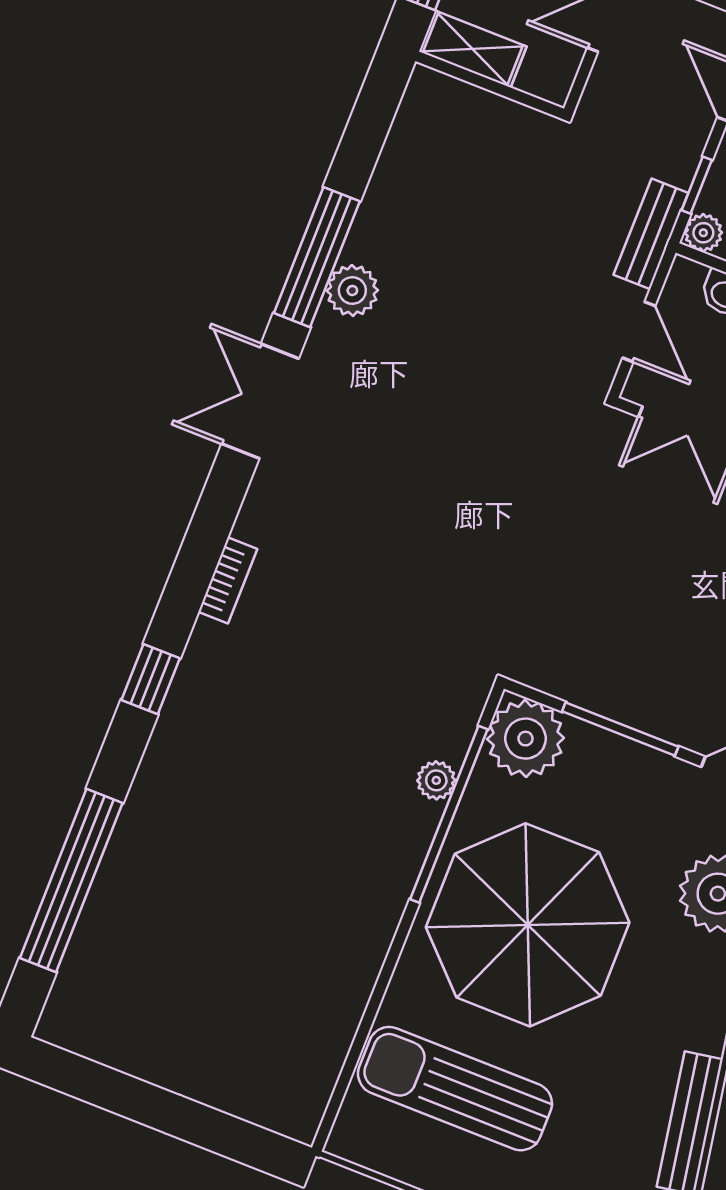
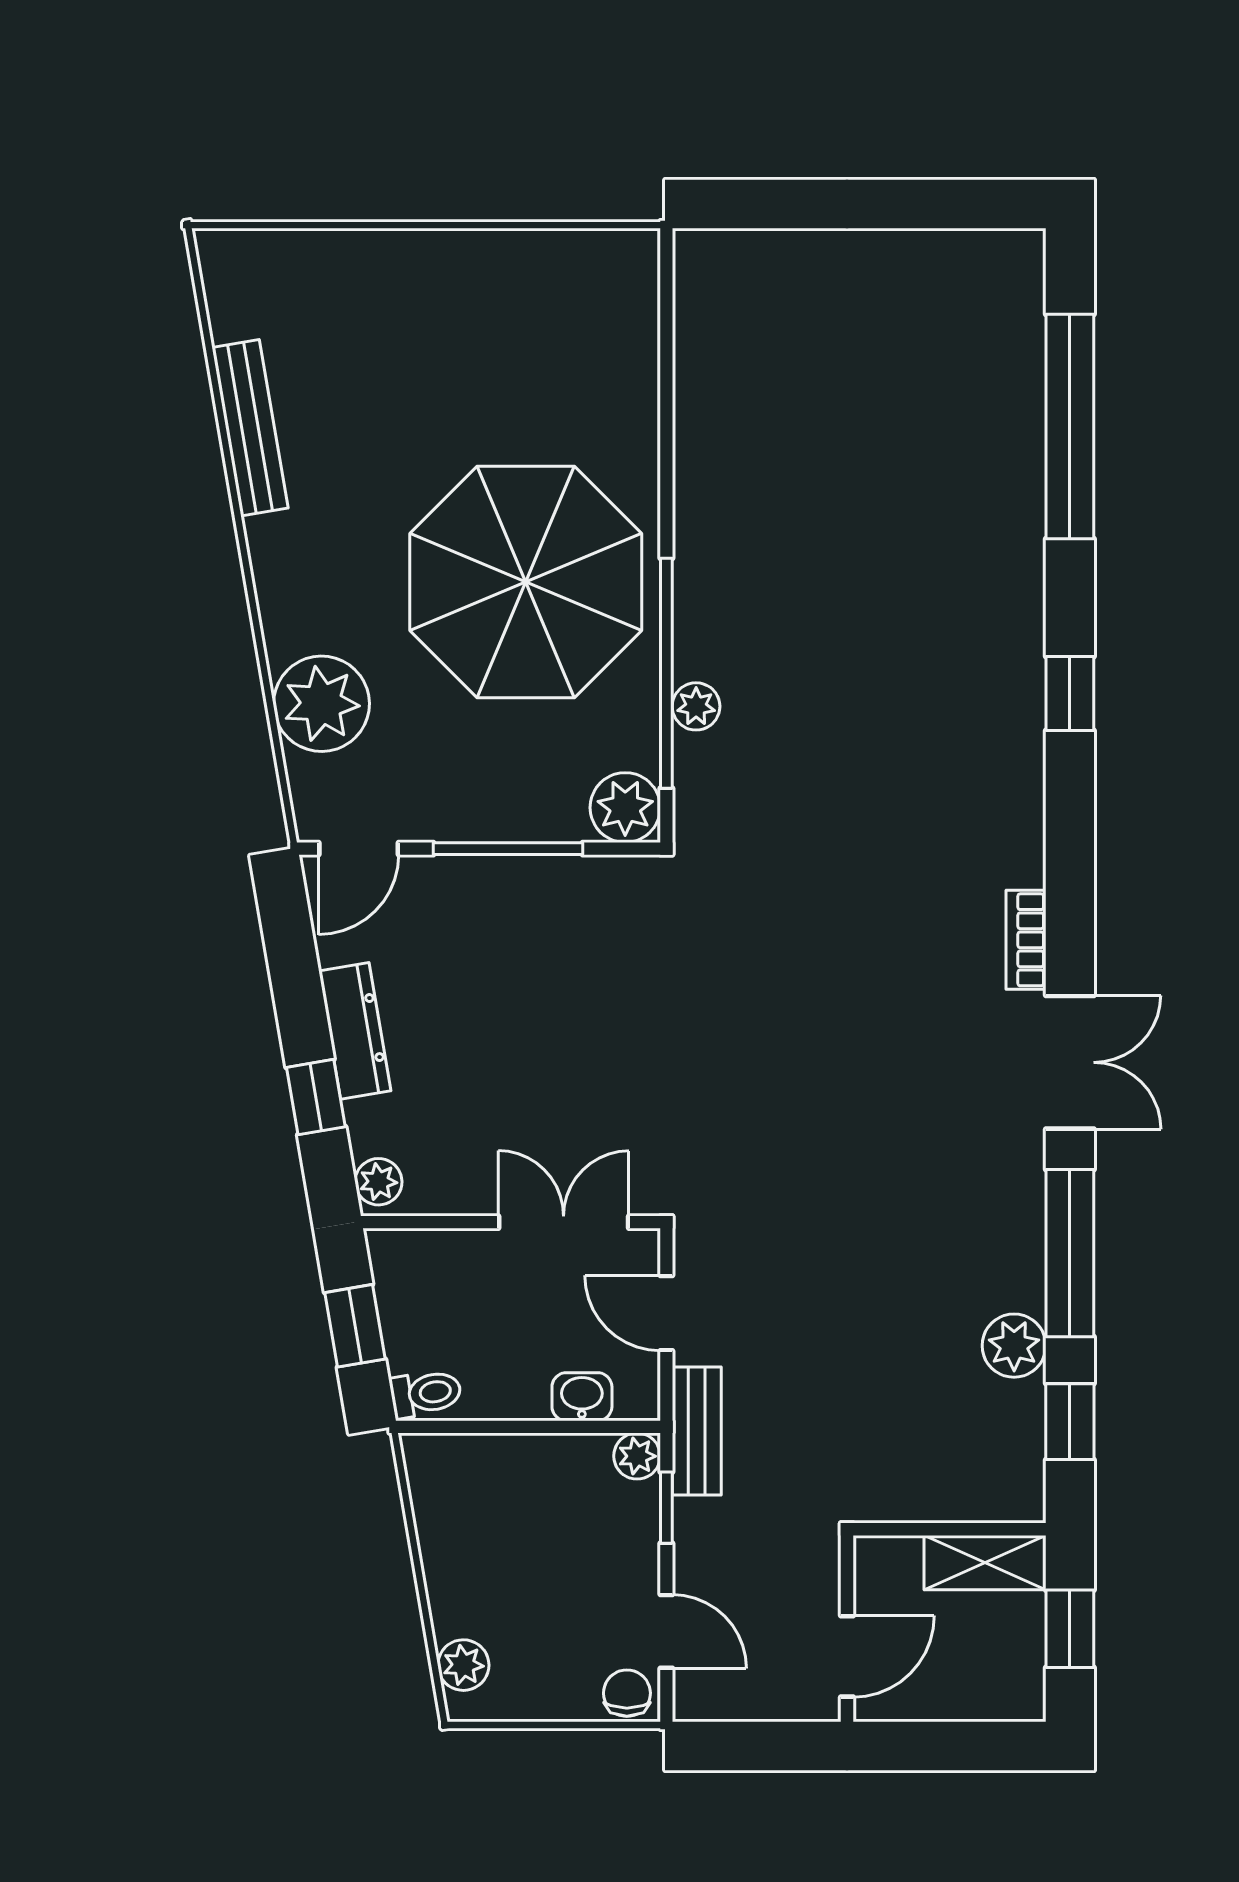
window: (367, 130) -> (1070, 1422), added
plant: (352, 290) -> (1014, 1346), moved
bookcase: (228, 580) -> (1026, 940), moved
plant: (526, 739) -> (625, 808), width x0.73, depth x0.73
sun lounger: (455, 1089) -> (535, 361), removed

